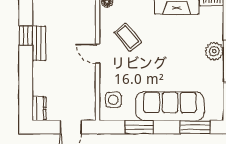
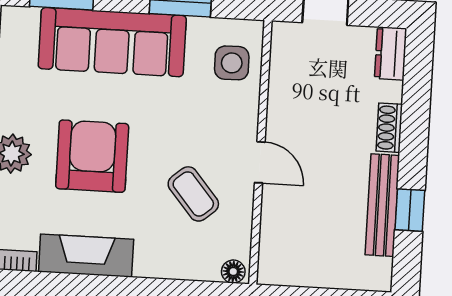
bench: (39, 43) -> (382, 205), width x1.36
armchair: (176, 52) -> (92, 156), added
shoe rack: (38, 74) -> (389, 128), added

